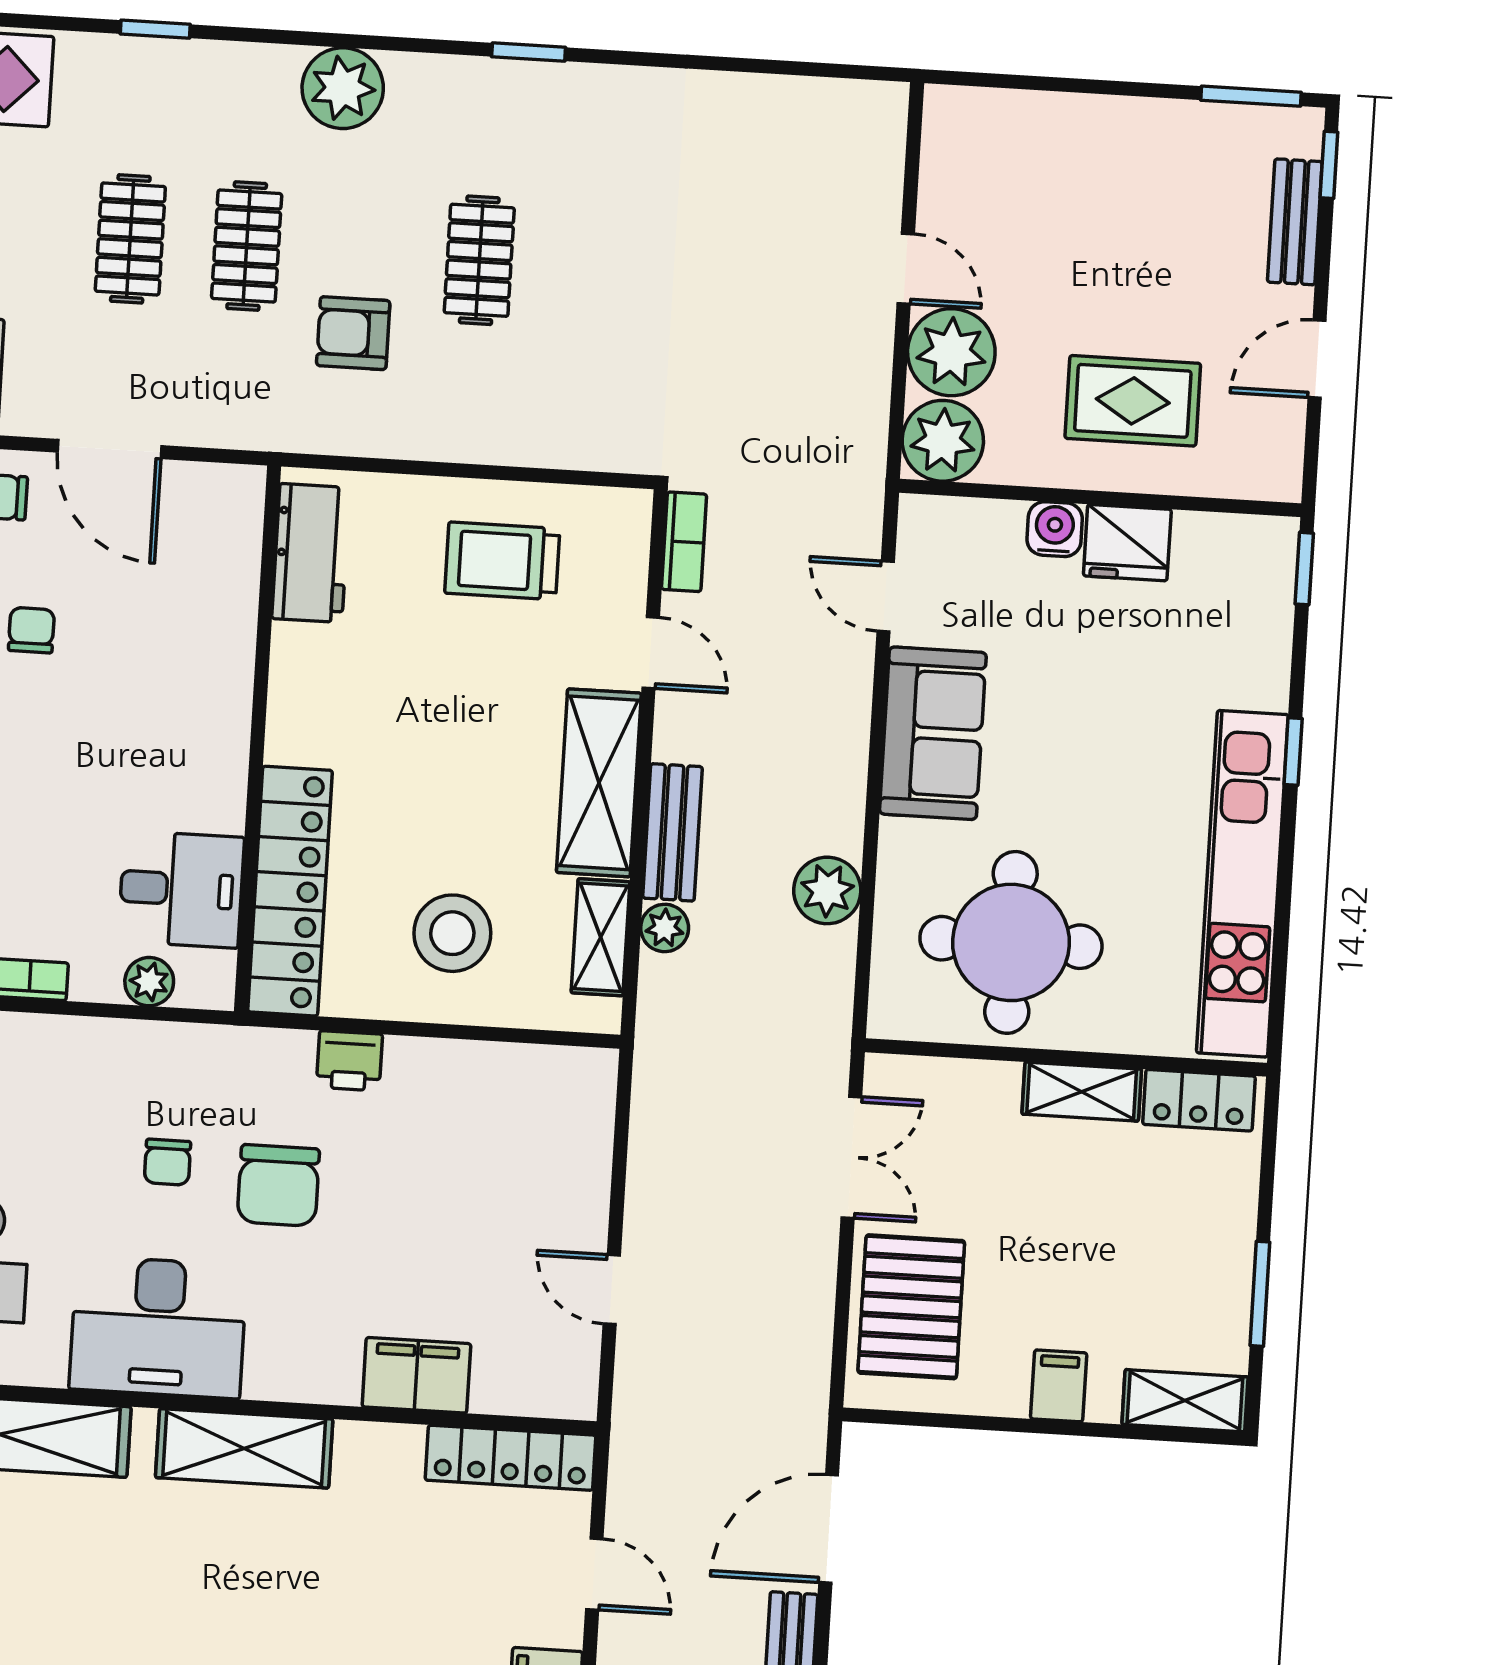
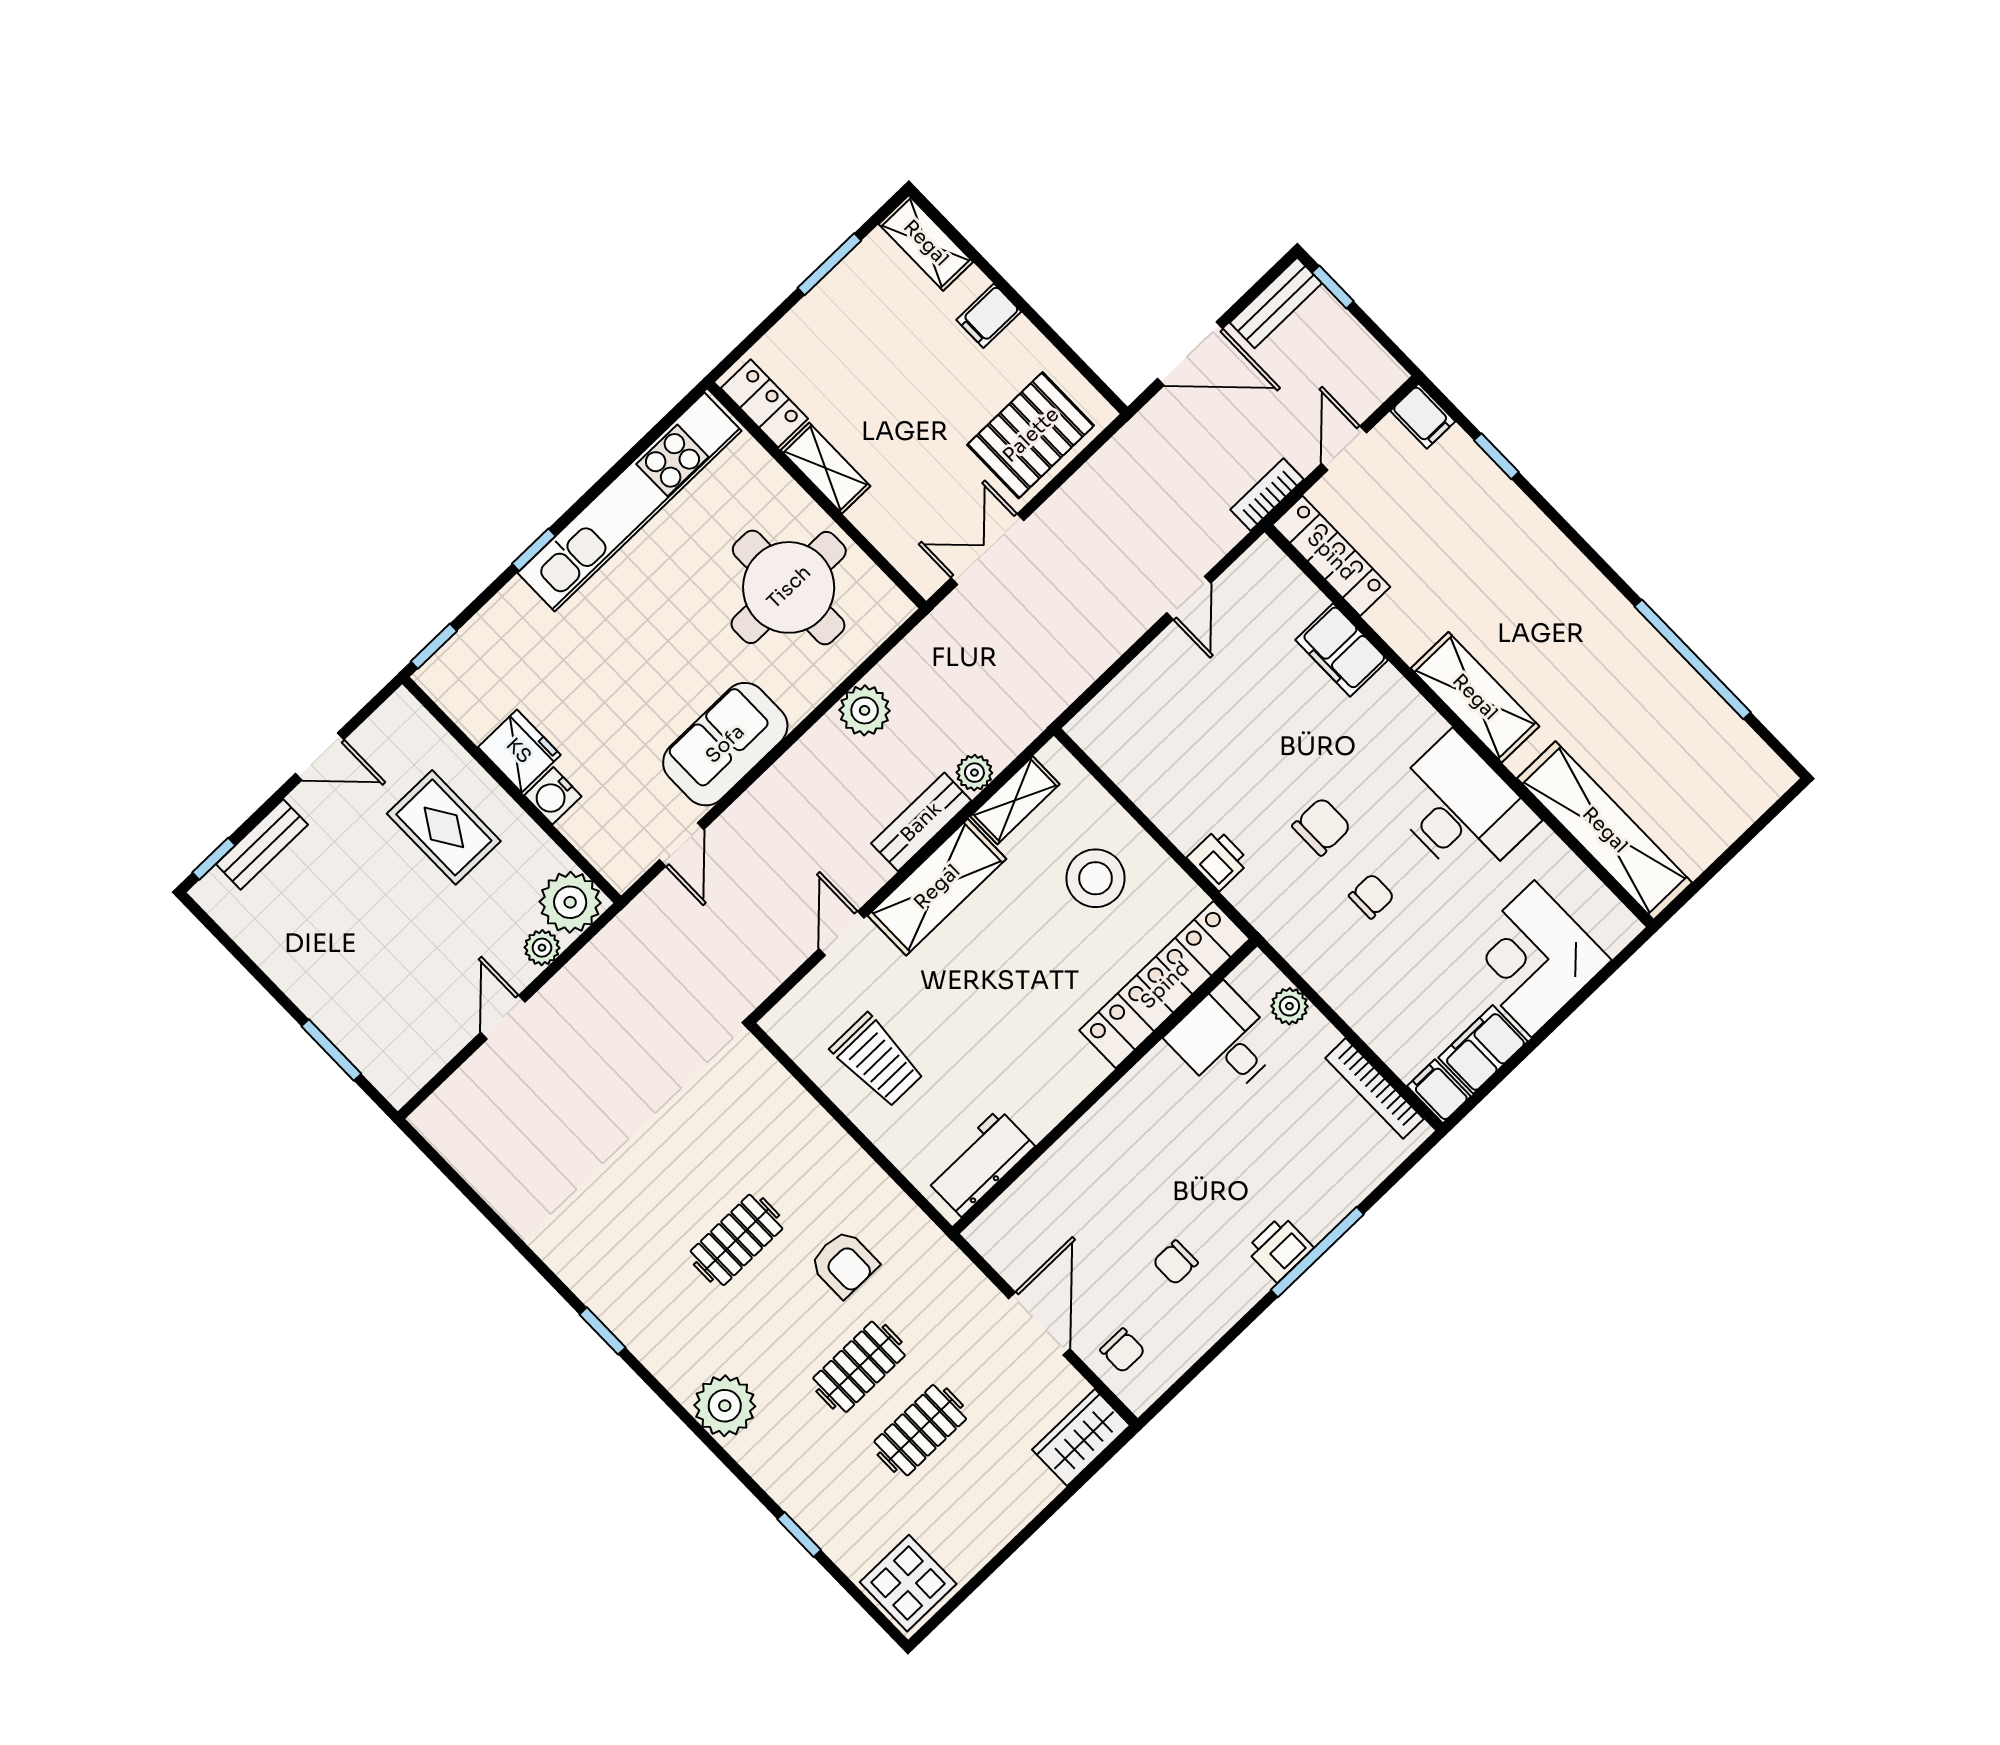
window: (1251, 96) -> (331, 1050), moved
plant: (951, 352) -> (542, 948), width x0.53, depth x0.53
bookcase: (684, 542) -> (1267, 495), moved
chair: (278, 1185) -> (1322, 827), width x0.73, depth x0.73

